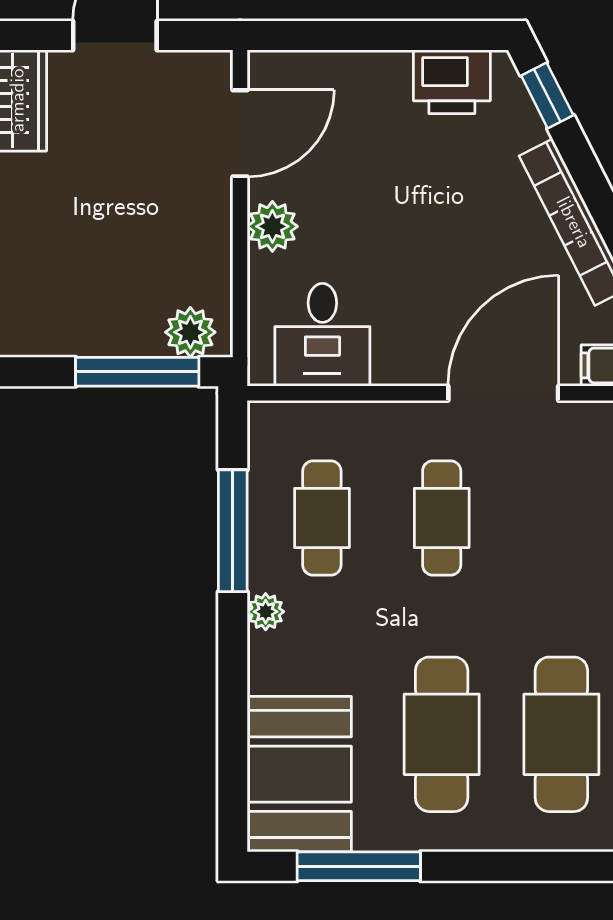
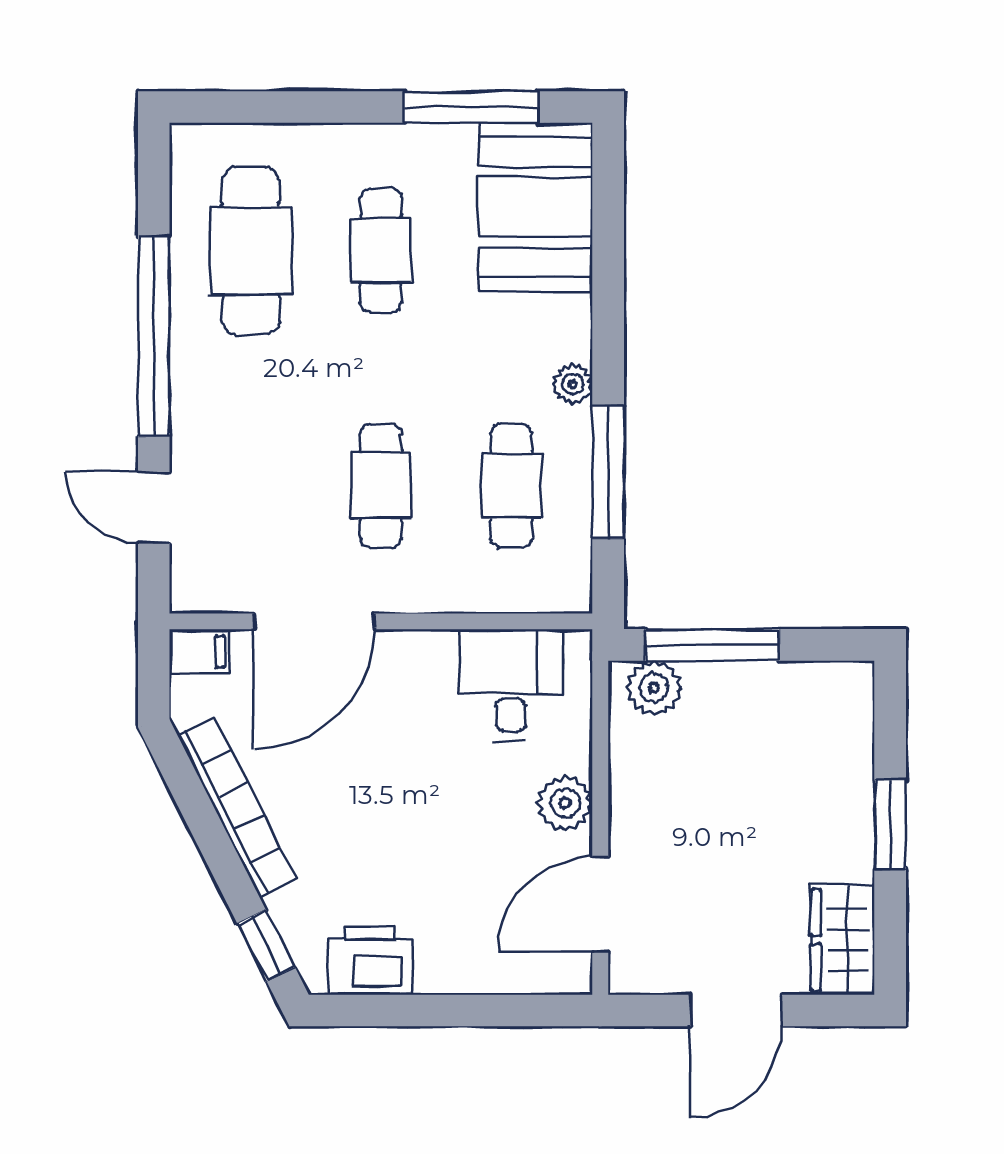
cafe table: (442, 734) -> (381, 250), width x0.73, depth x0.74

